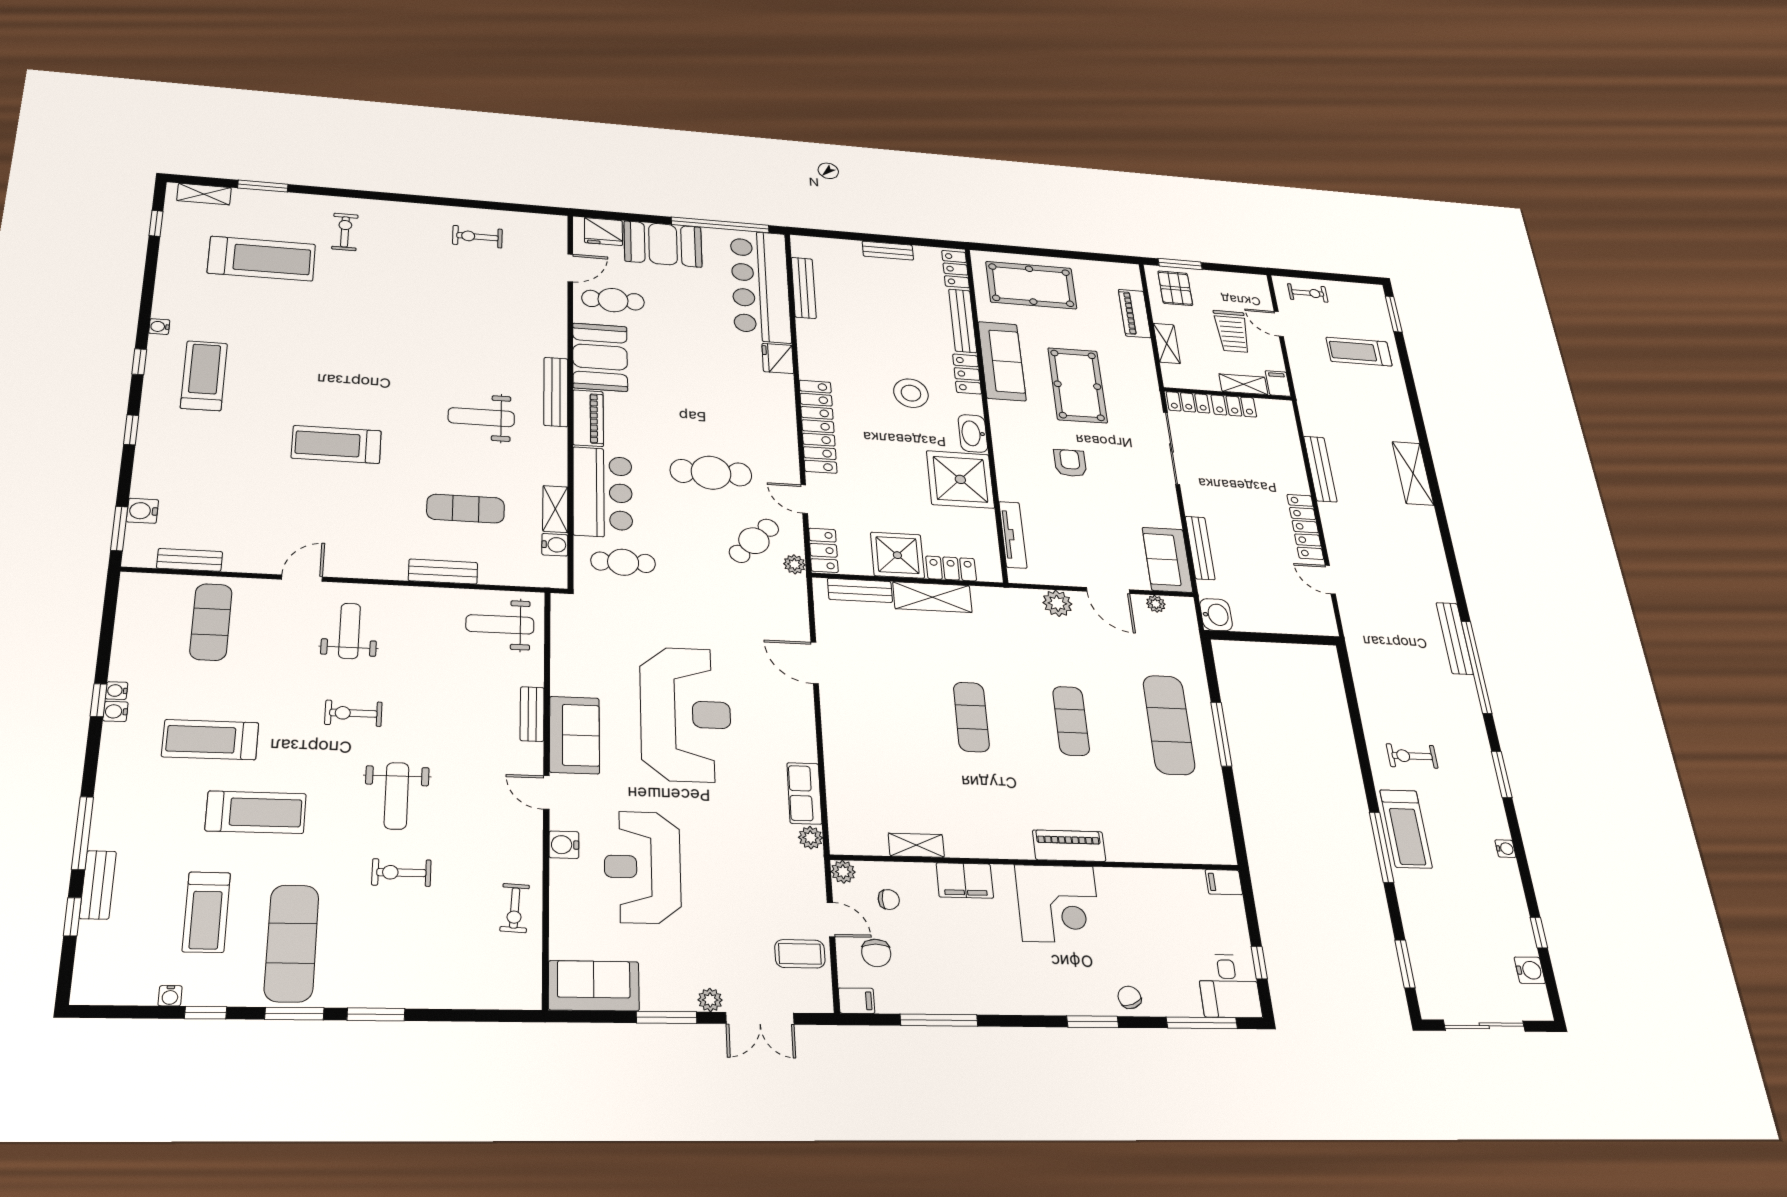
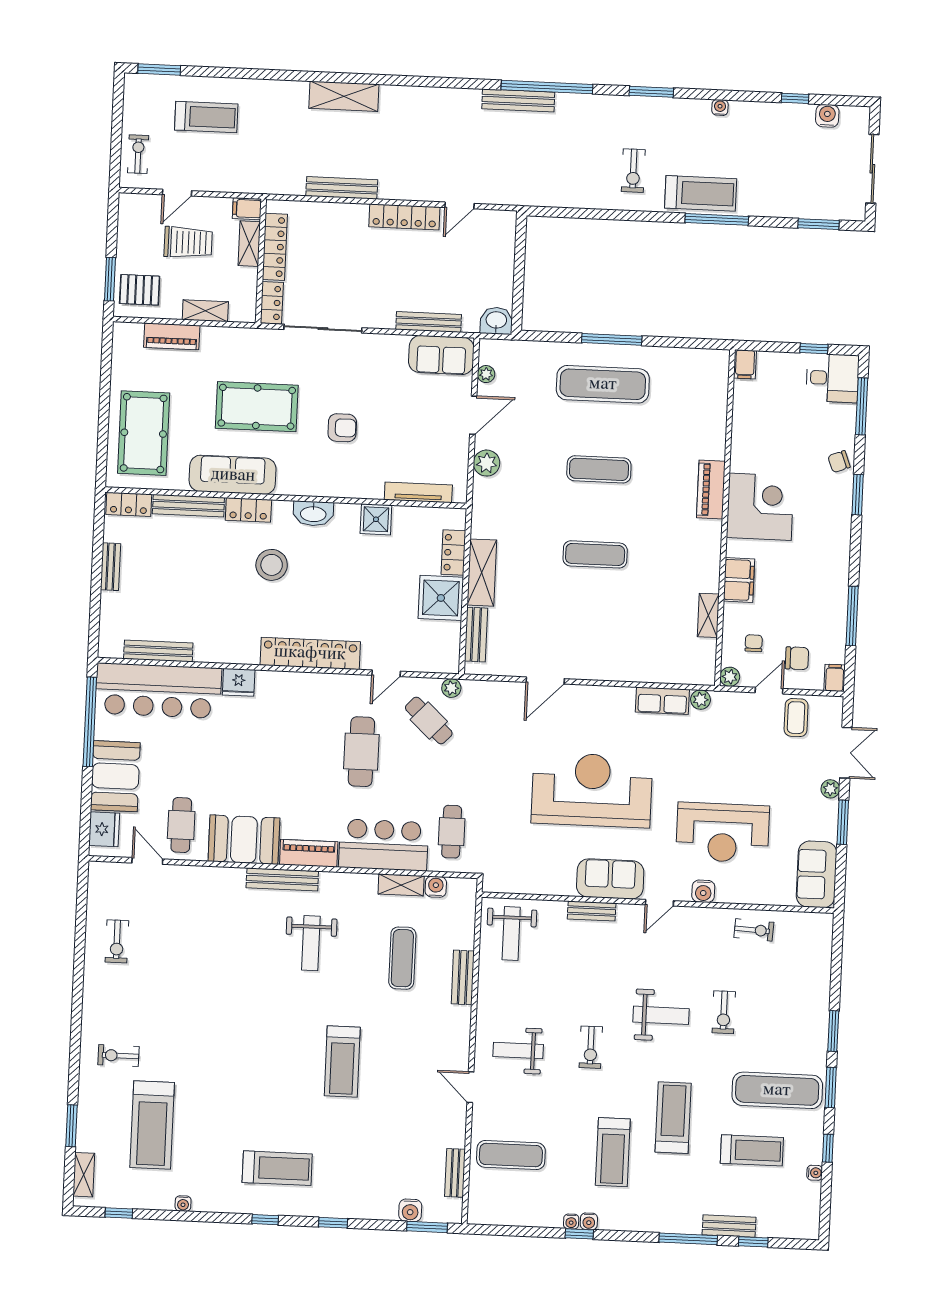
treadmill: (262, 259) -> (152, 1125), turned 180
water cooler: (159, 327) -> (183, 1204), moved
treadmill: (1359, 352) -> (206, 117), turned -90
treadmill: (204, 376) -> (277, 1168), turned 180
locker: (1234, 406) -> (275, 247), width x1.53
armchair: (1070, 463) -> (342, 428), turned 180
shower: (960, 479) -> (376, 519), width x0.54, depth x0.54
locker: (823, 550) -> (437, 662), removed

